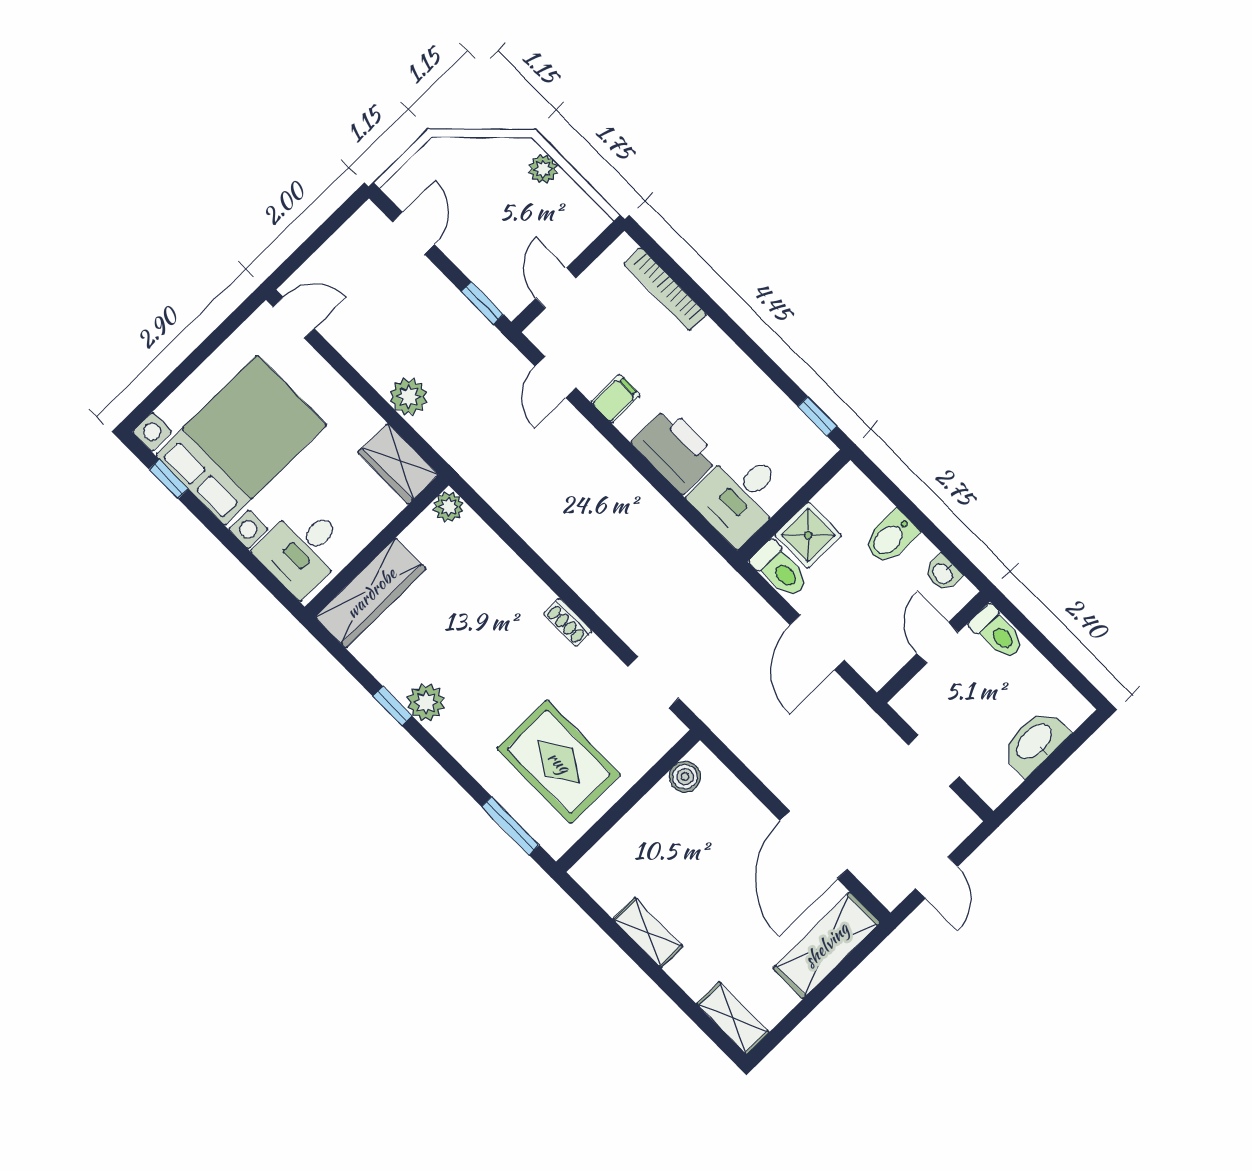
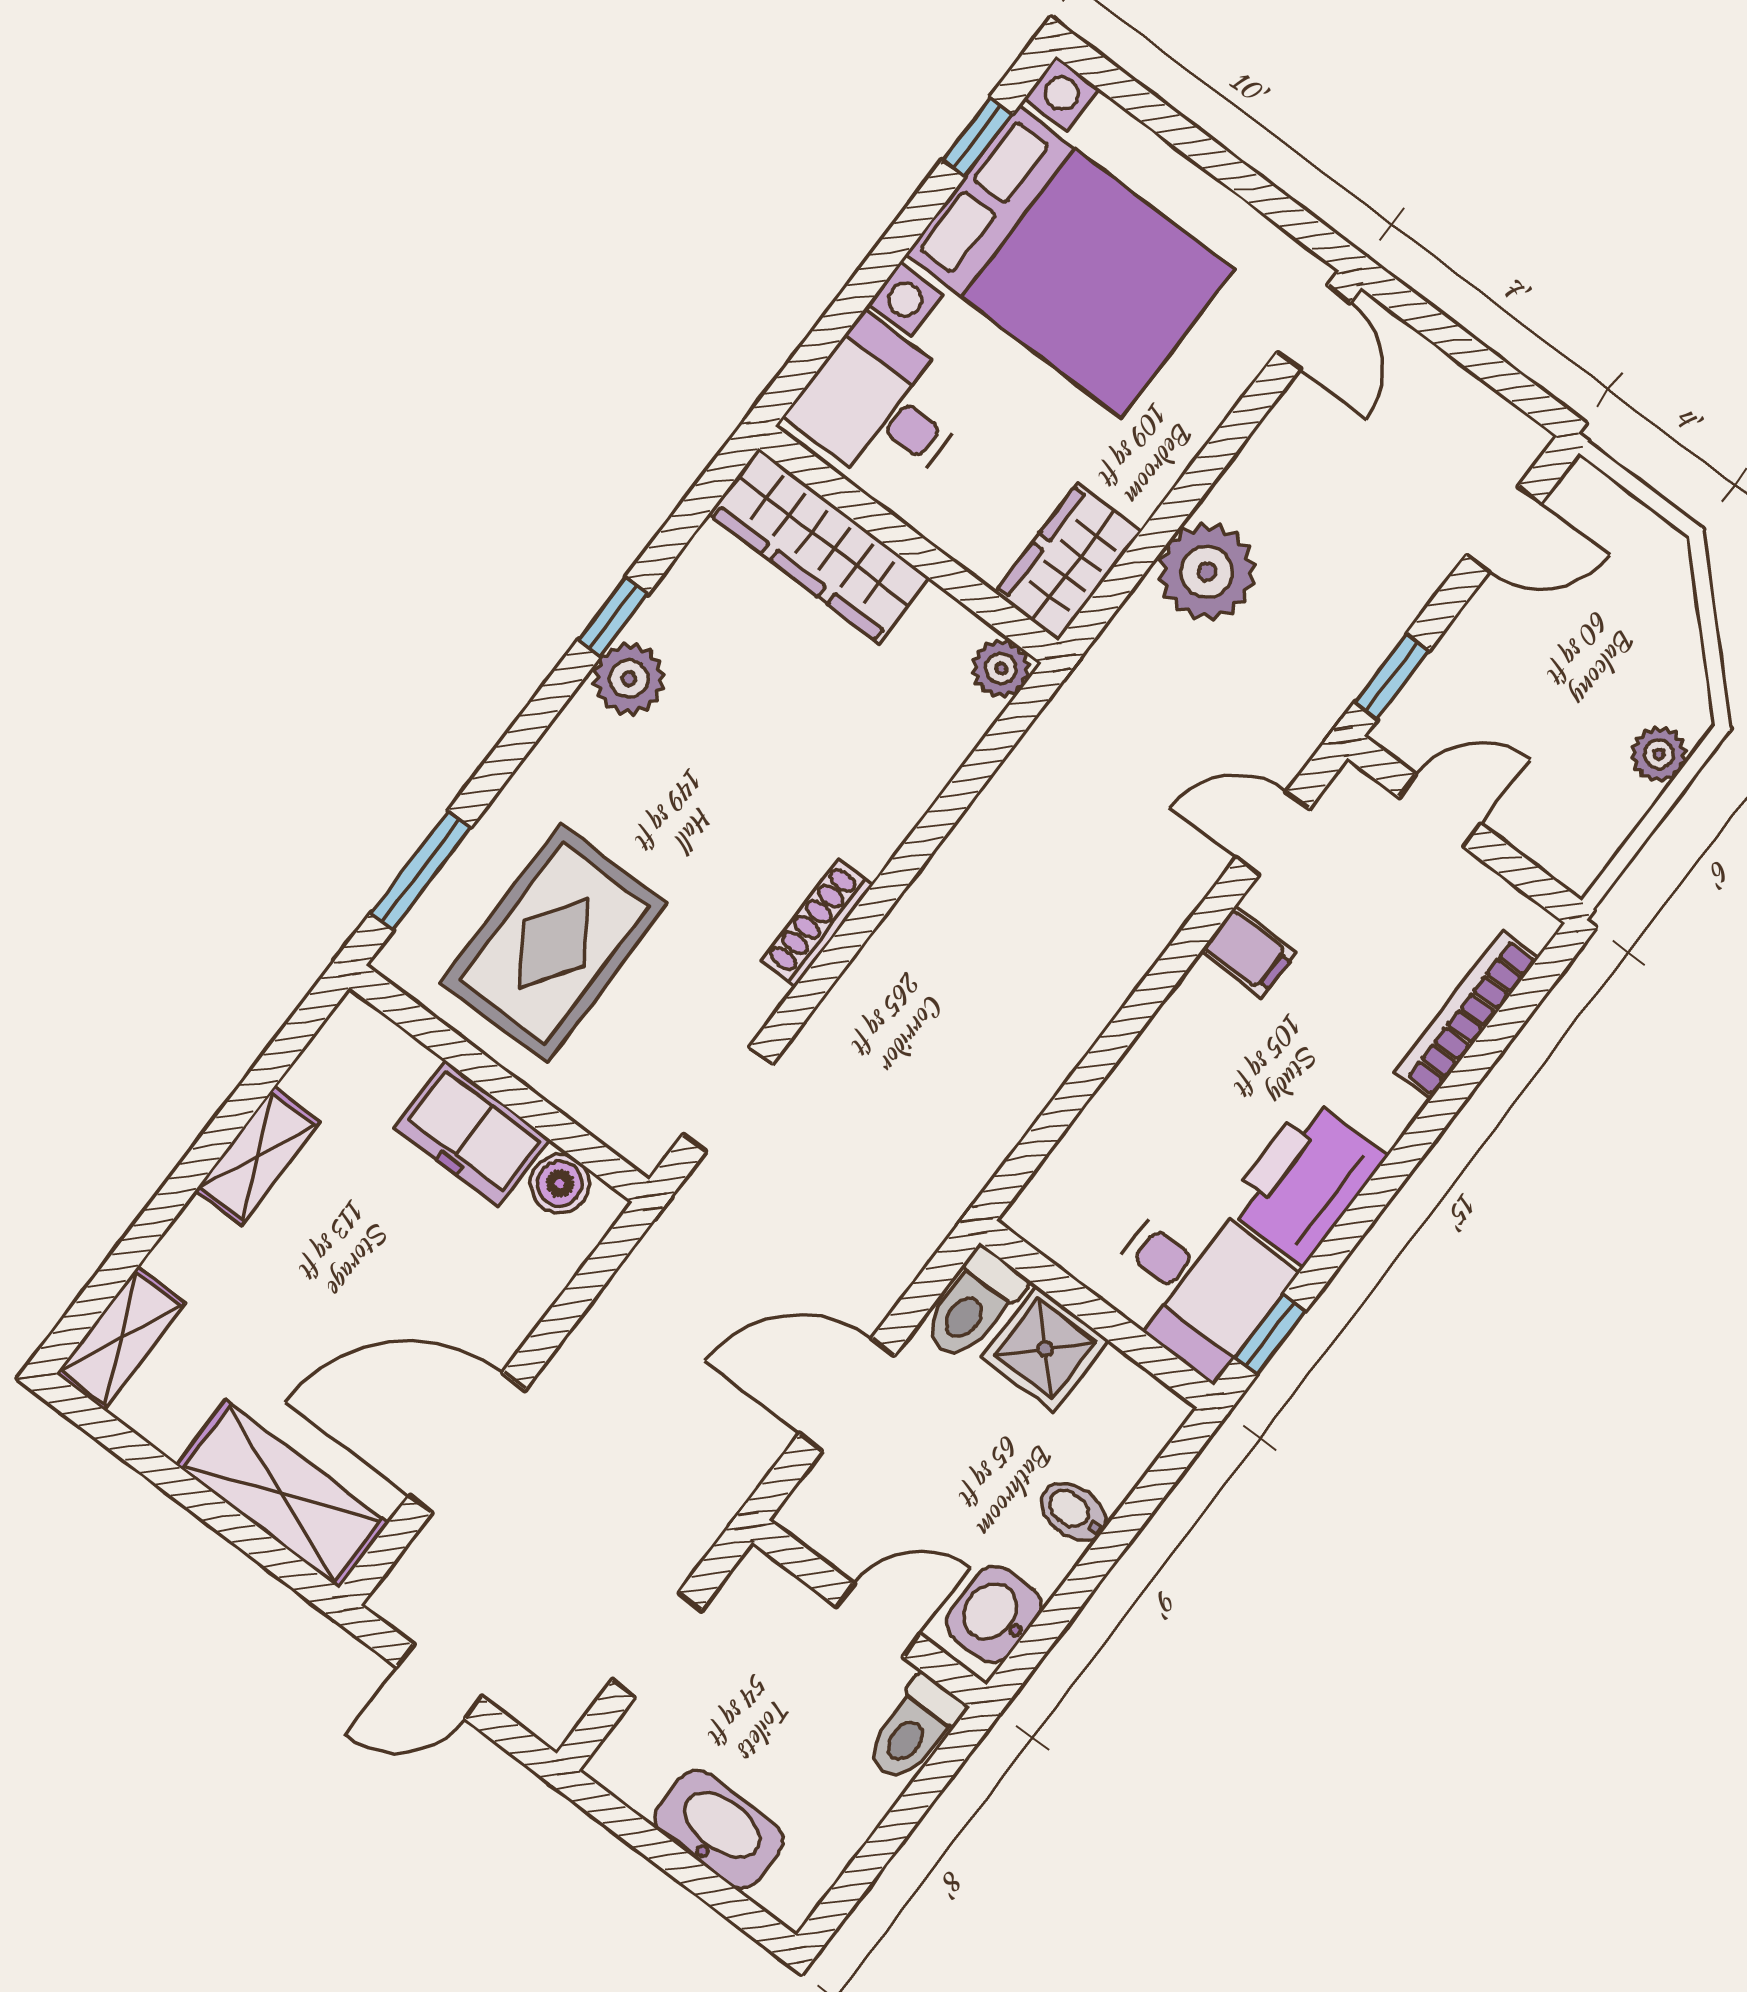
plant: (409, 397) -> (1207, 572), width x1.36, depth x1.36
printer: (675, 450) -> (1305, 1181), moved, turned 180
desk: (740, 496) -> (1196, 1283), moved, turned 180
bidet: (891, 537) -> (1074, 1512), width x0.72, depth x0.74
washbasin: (943, 573) -> (994, 1614), width x1.38, depth x1.45
shoe rack: (568, 622) -> (817, 923), width x1.43
freezer: (652, 819) -> (472, 1134), added

